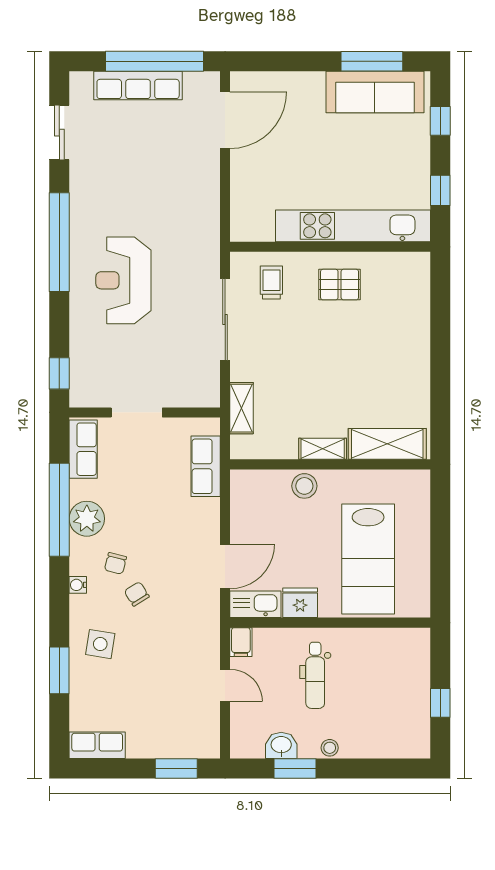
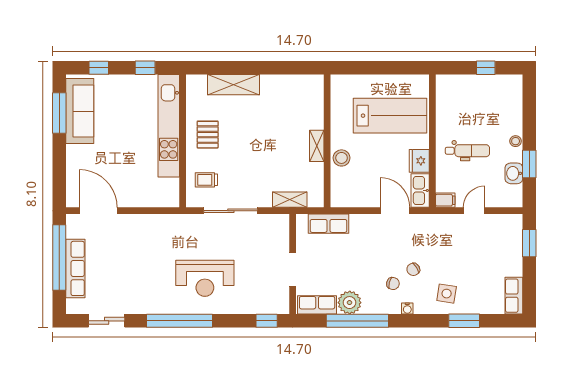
shelving: (387, 444) -> (234, 85), moved, turned 90
plant: (87, 519) -> (350, 303), moved

